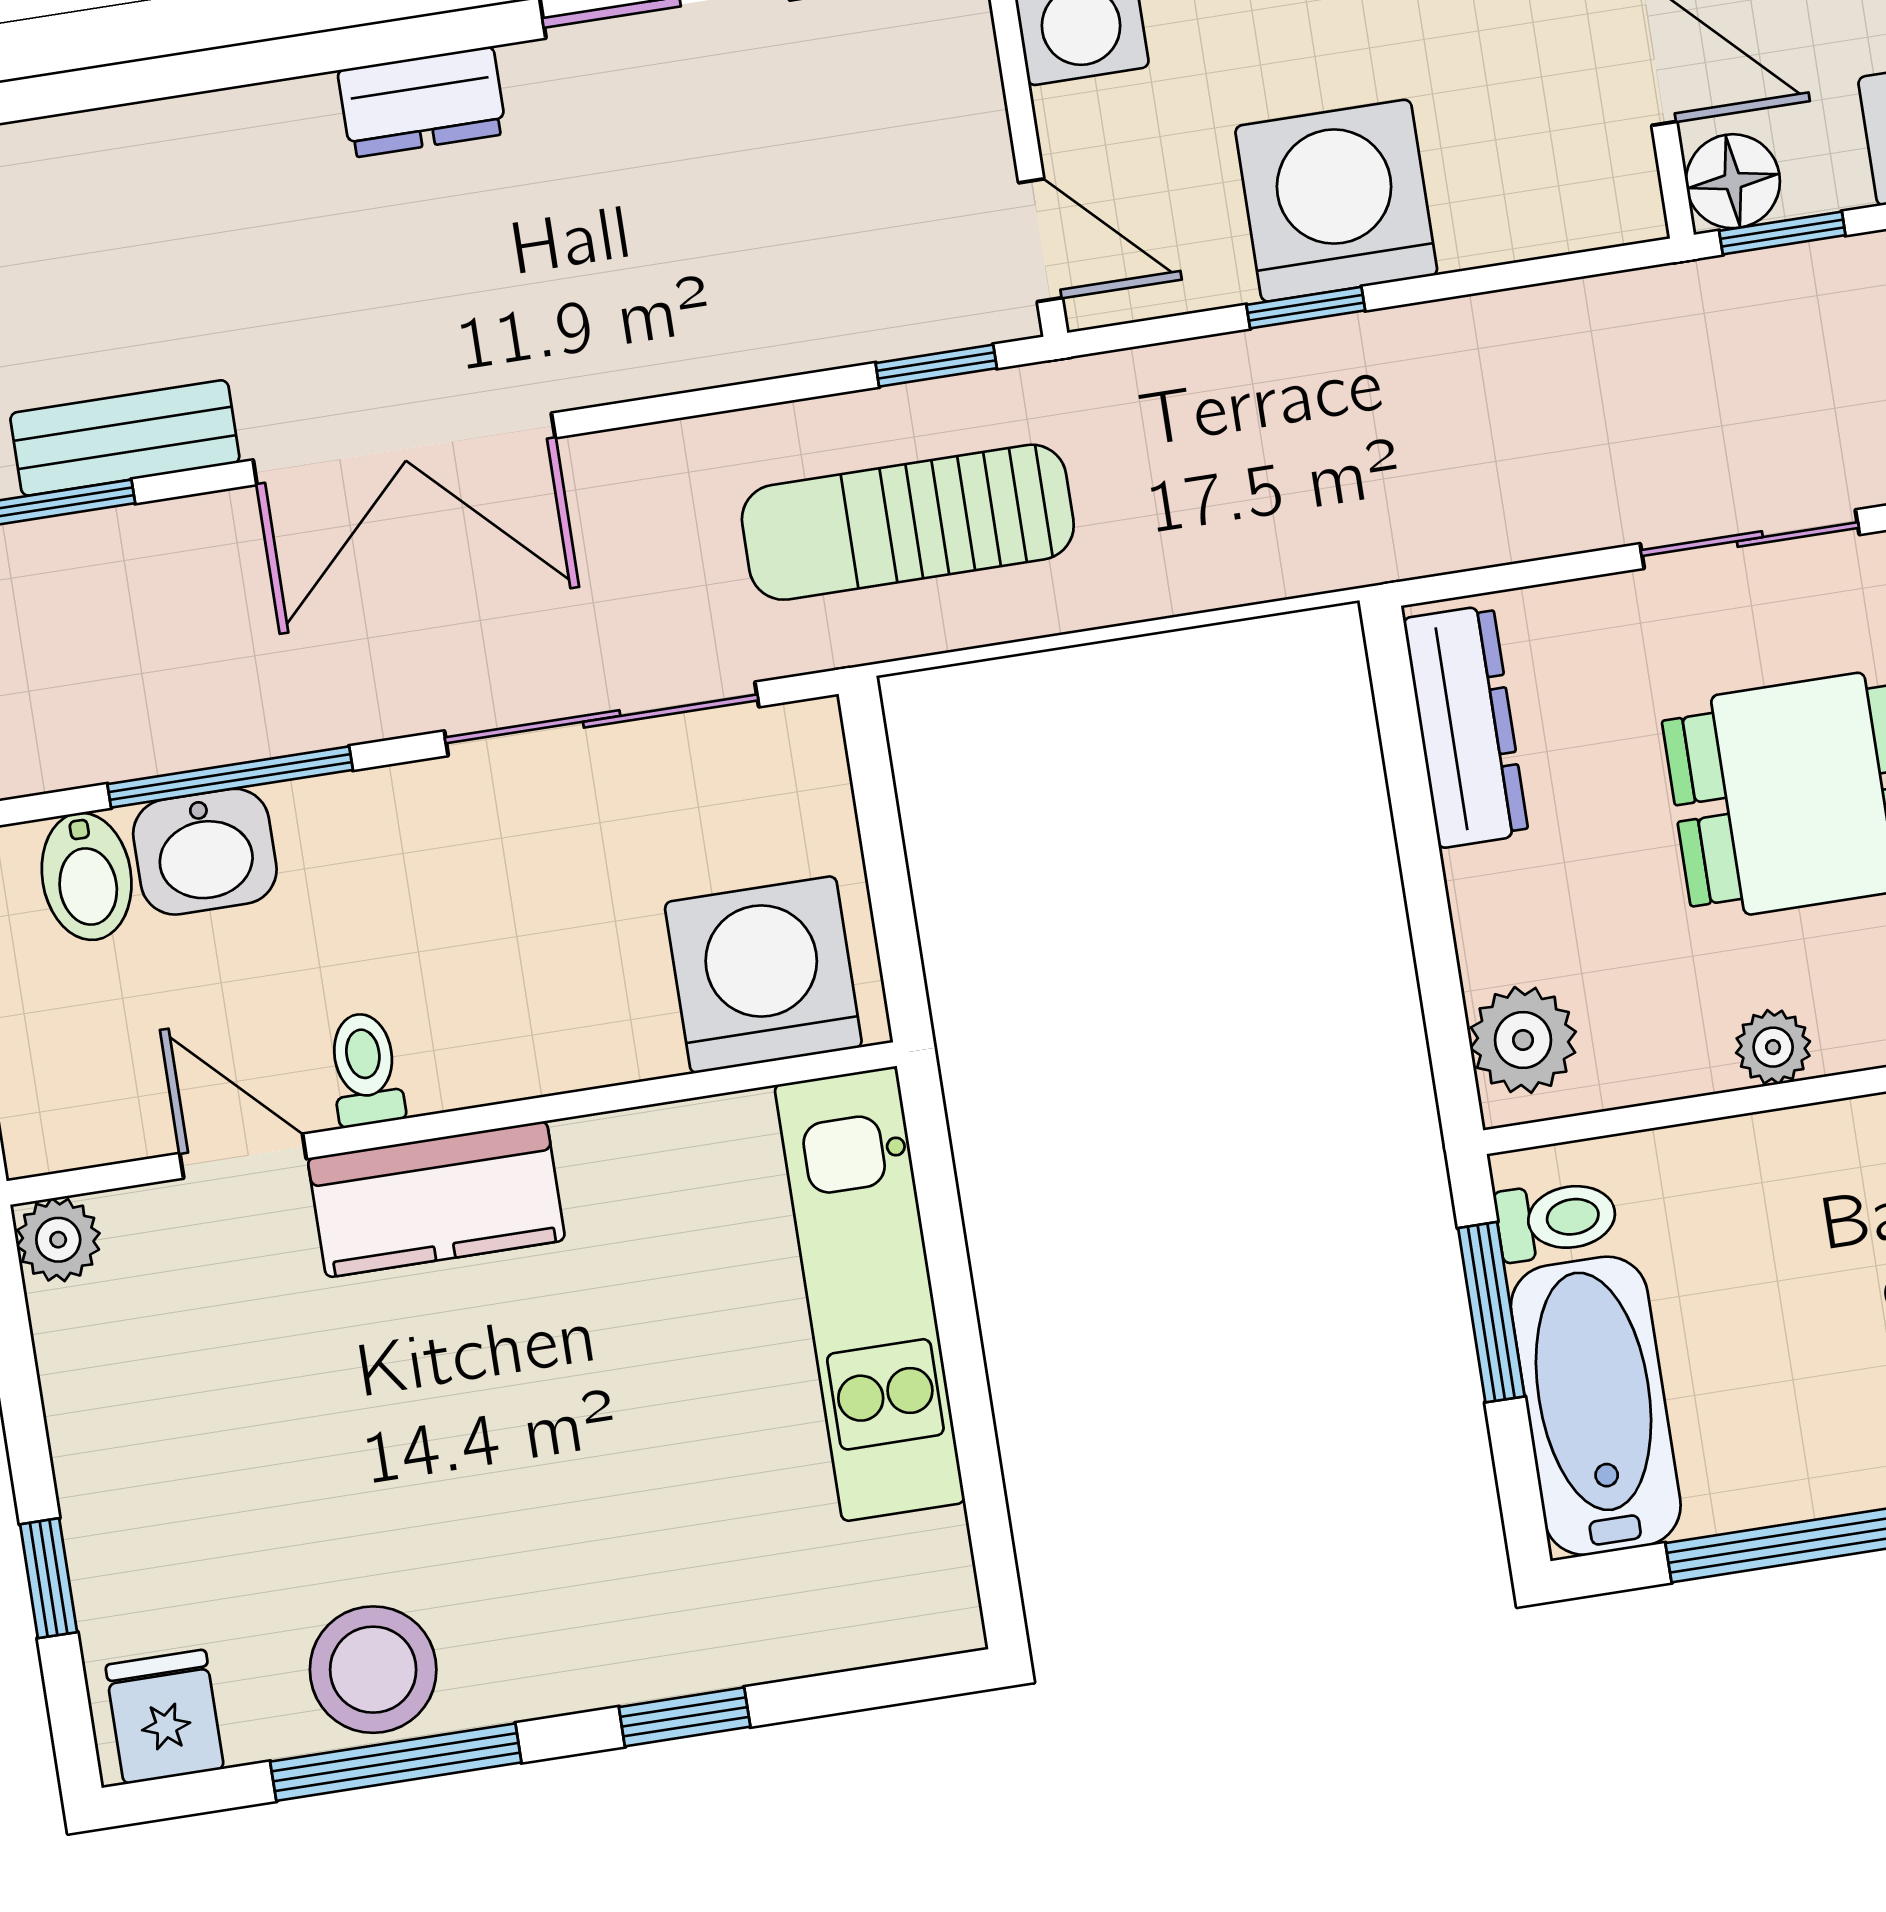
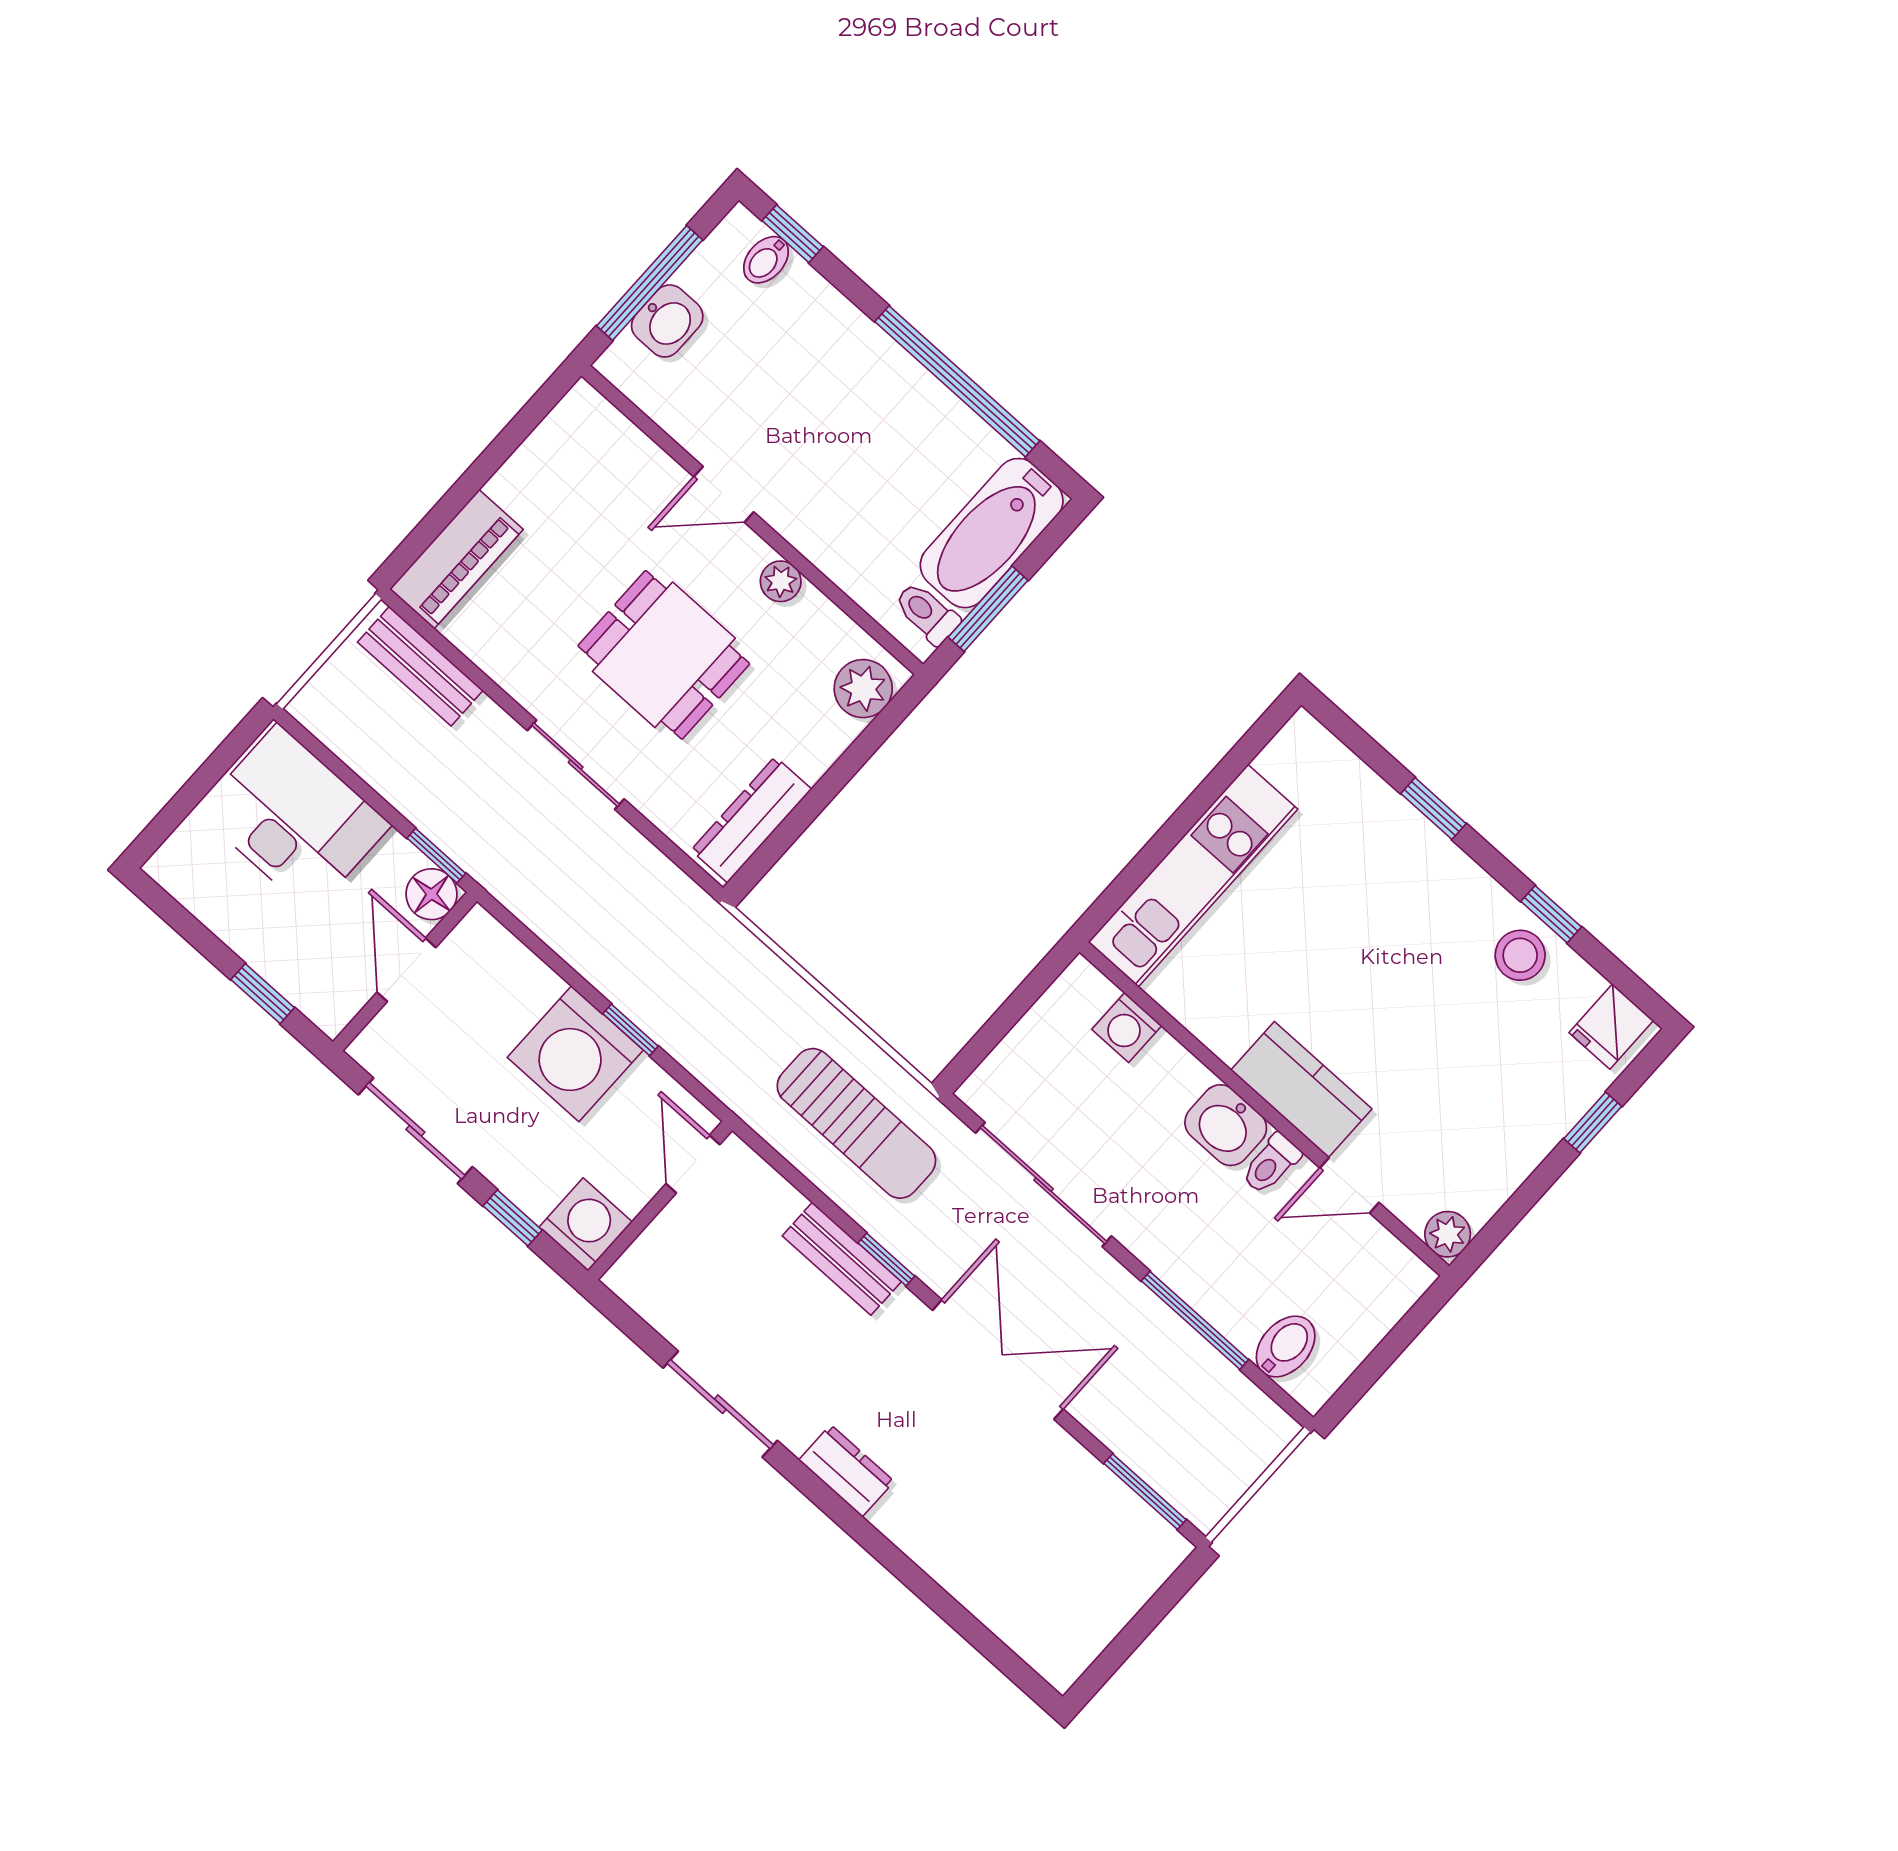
window: (936, 366) -> (886, 1259), moved
bench: (125, 438) -> (842, 1259), moved
washbasin: (205, 852) -> (1226, 1125), moved, turned 180
washing machine: (763, 975) -> (1127, 1028), width x0.53, depth x0.53
door: (243, 1156) -> (1349, 1185), hinge flipped
stool: (373, 1670) -> (1520, 955), width x0.73, depth x0.73
window: (396, 1762) -> (1551, 914), width x0.46

